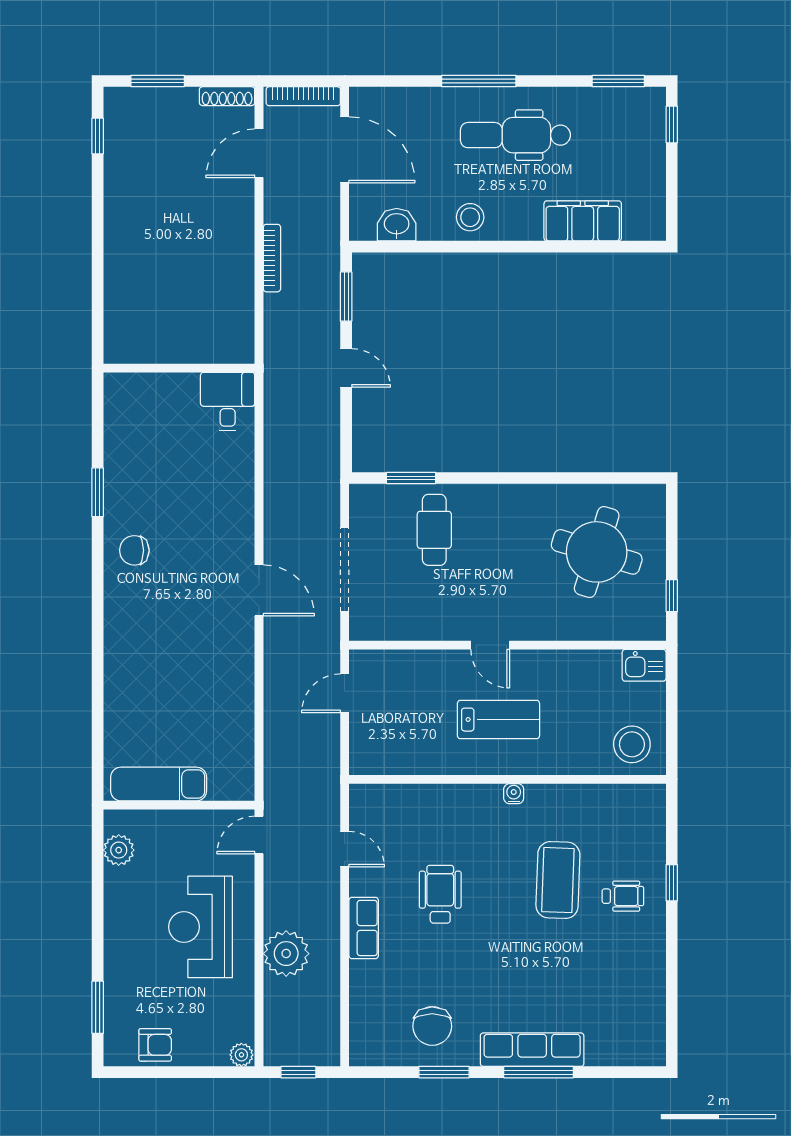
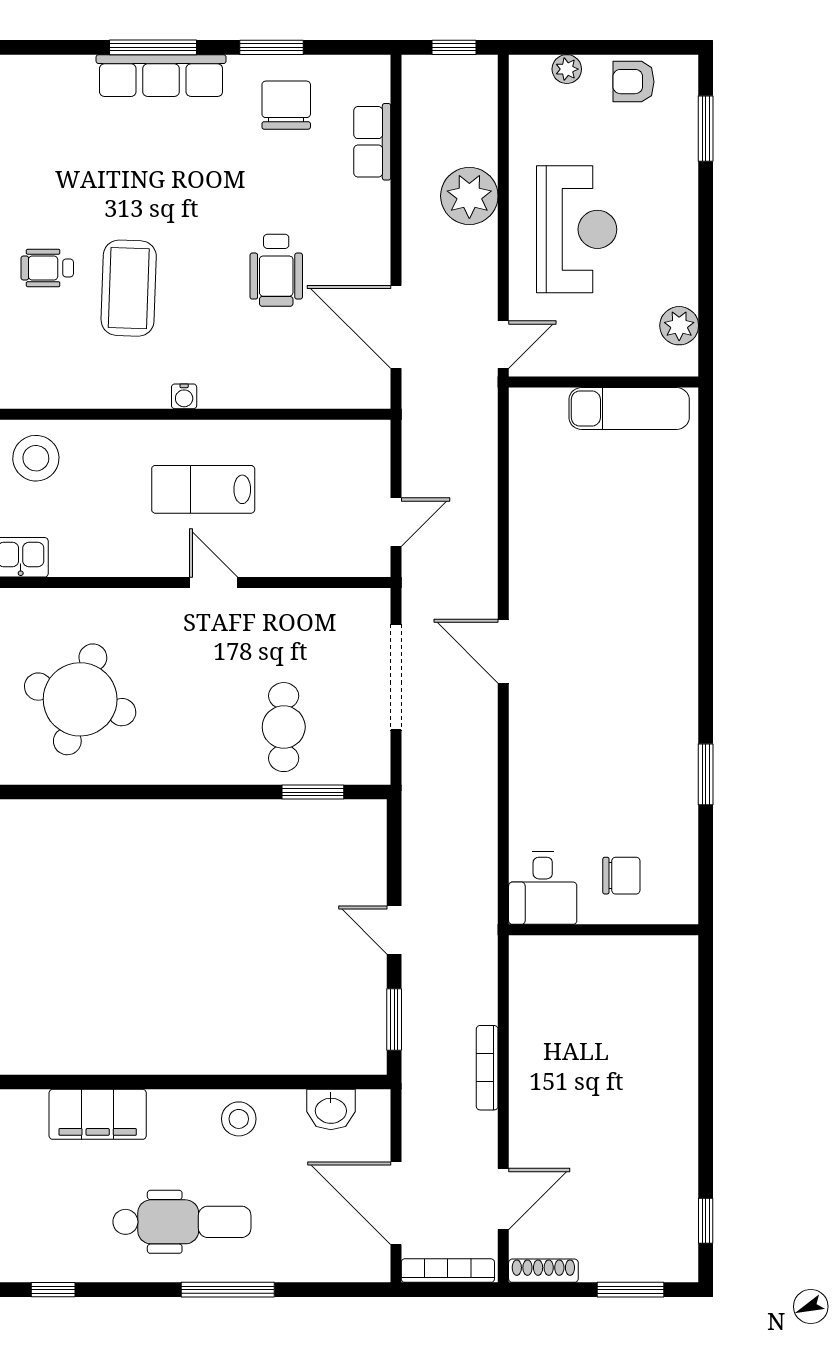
window: (618, 81) -> (53, 1290), width x0.67
chair: (134, 550) -> (621, 876), moved
door: (345, 849) -> (396, 327), width x1.88
row of seats: (364, 928) -> (372, 142), moved
plant: (241, 1055) -> (567, 69), moved

